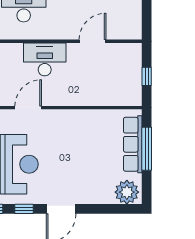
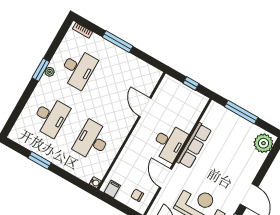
desk: (45, 59) -> (169, 143), moved, turned 180
row of seats: (133, 144) -> (194, 146), moved, turned -90

